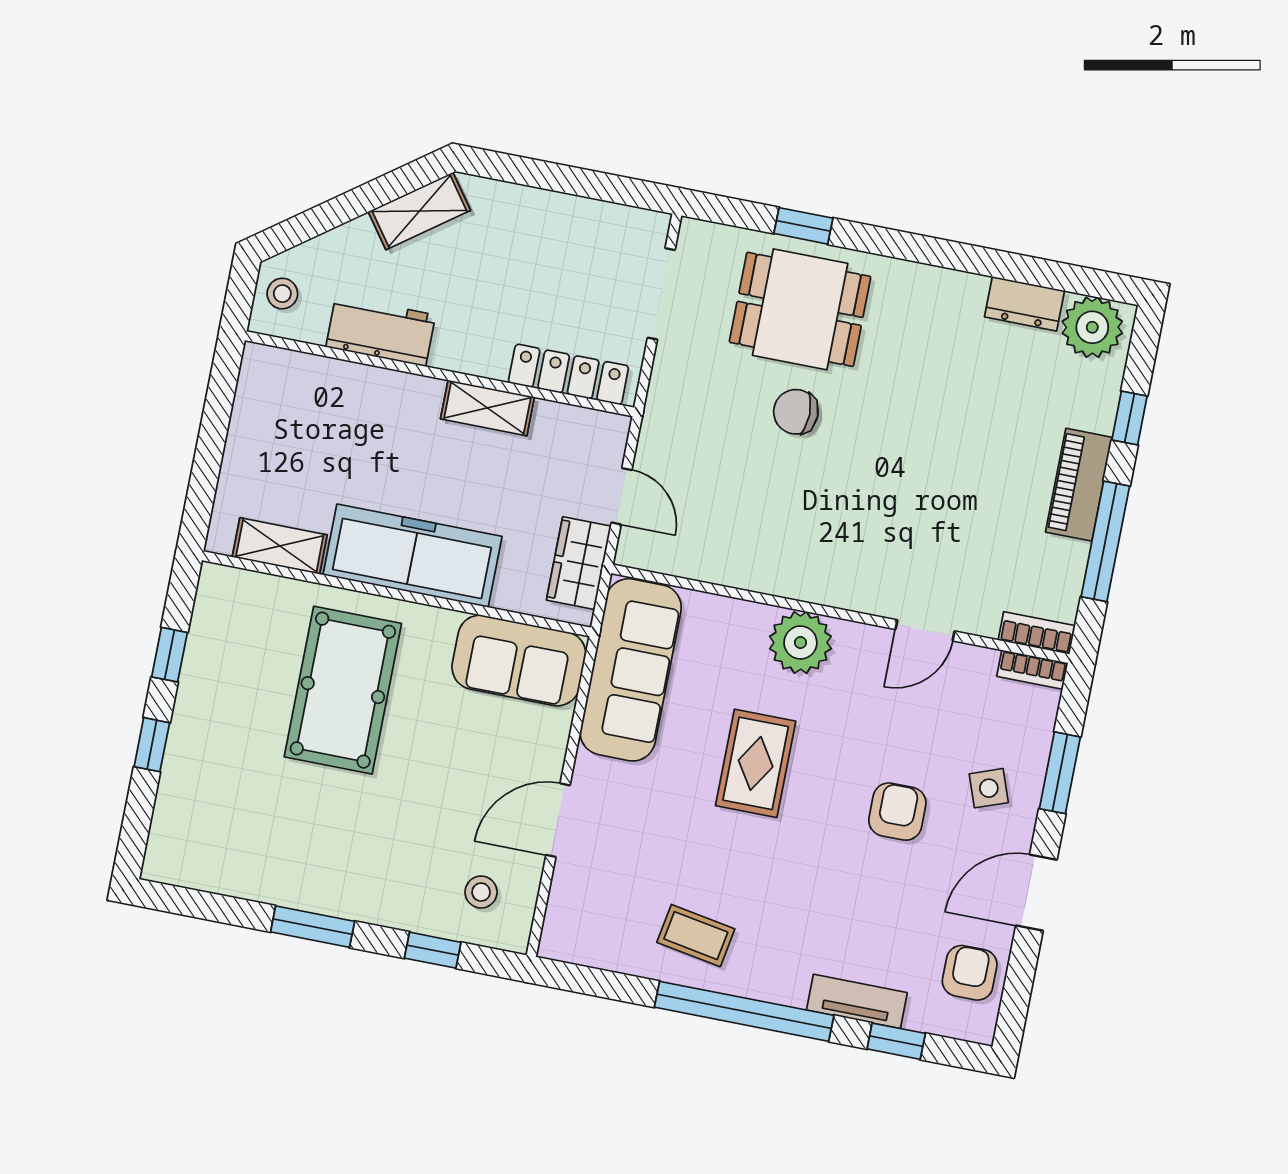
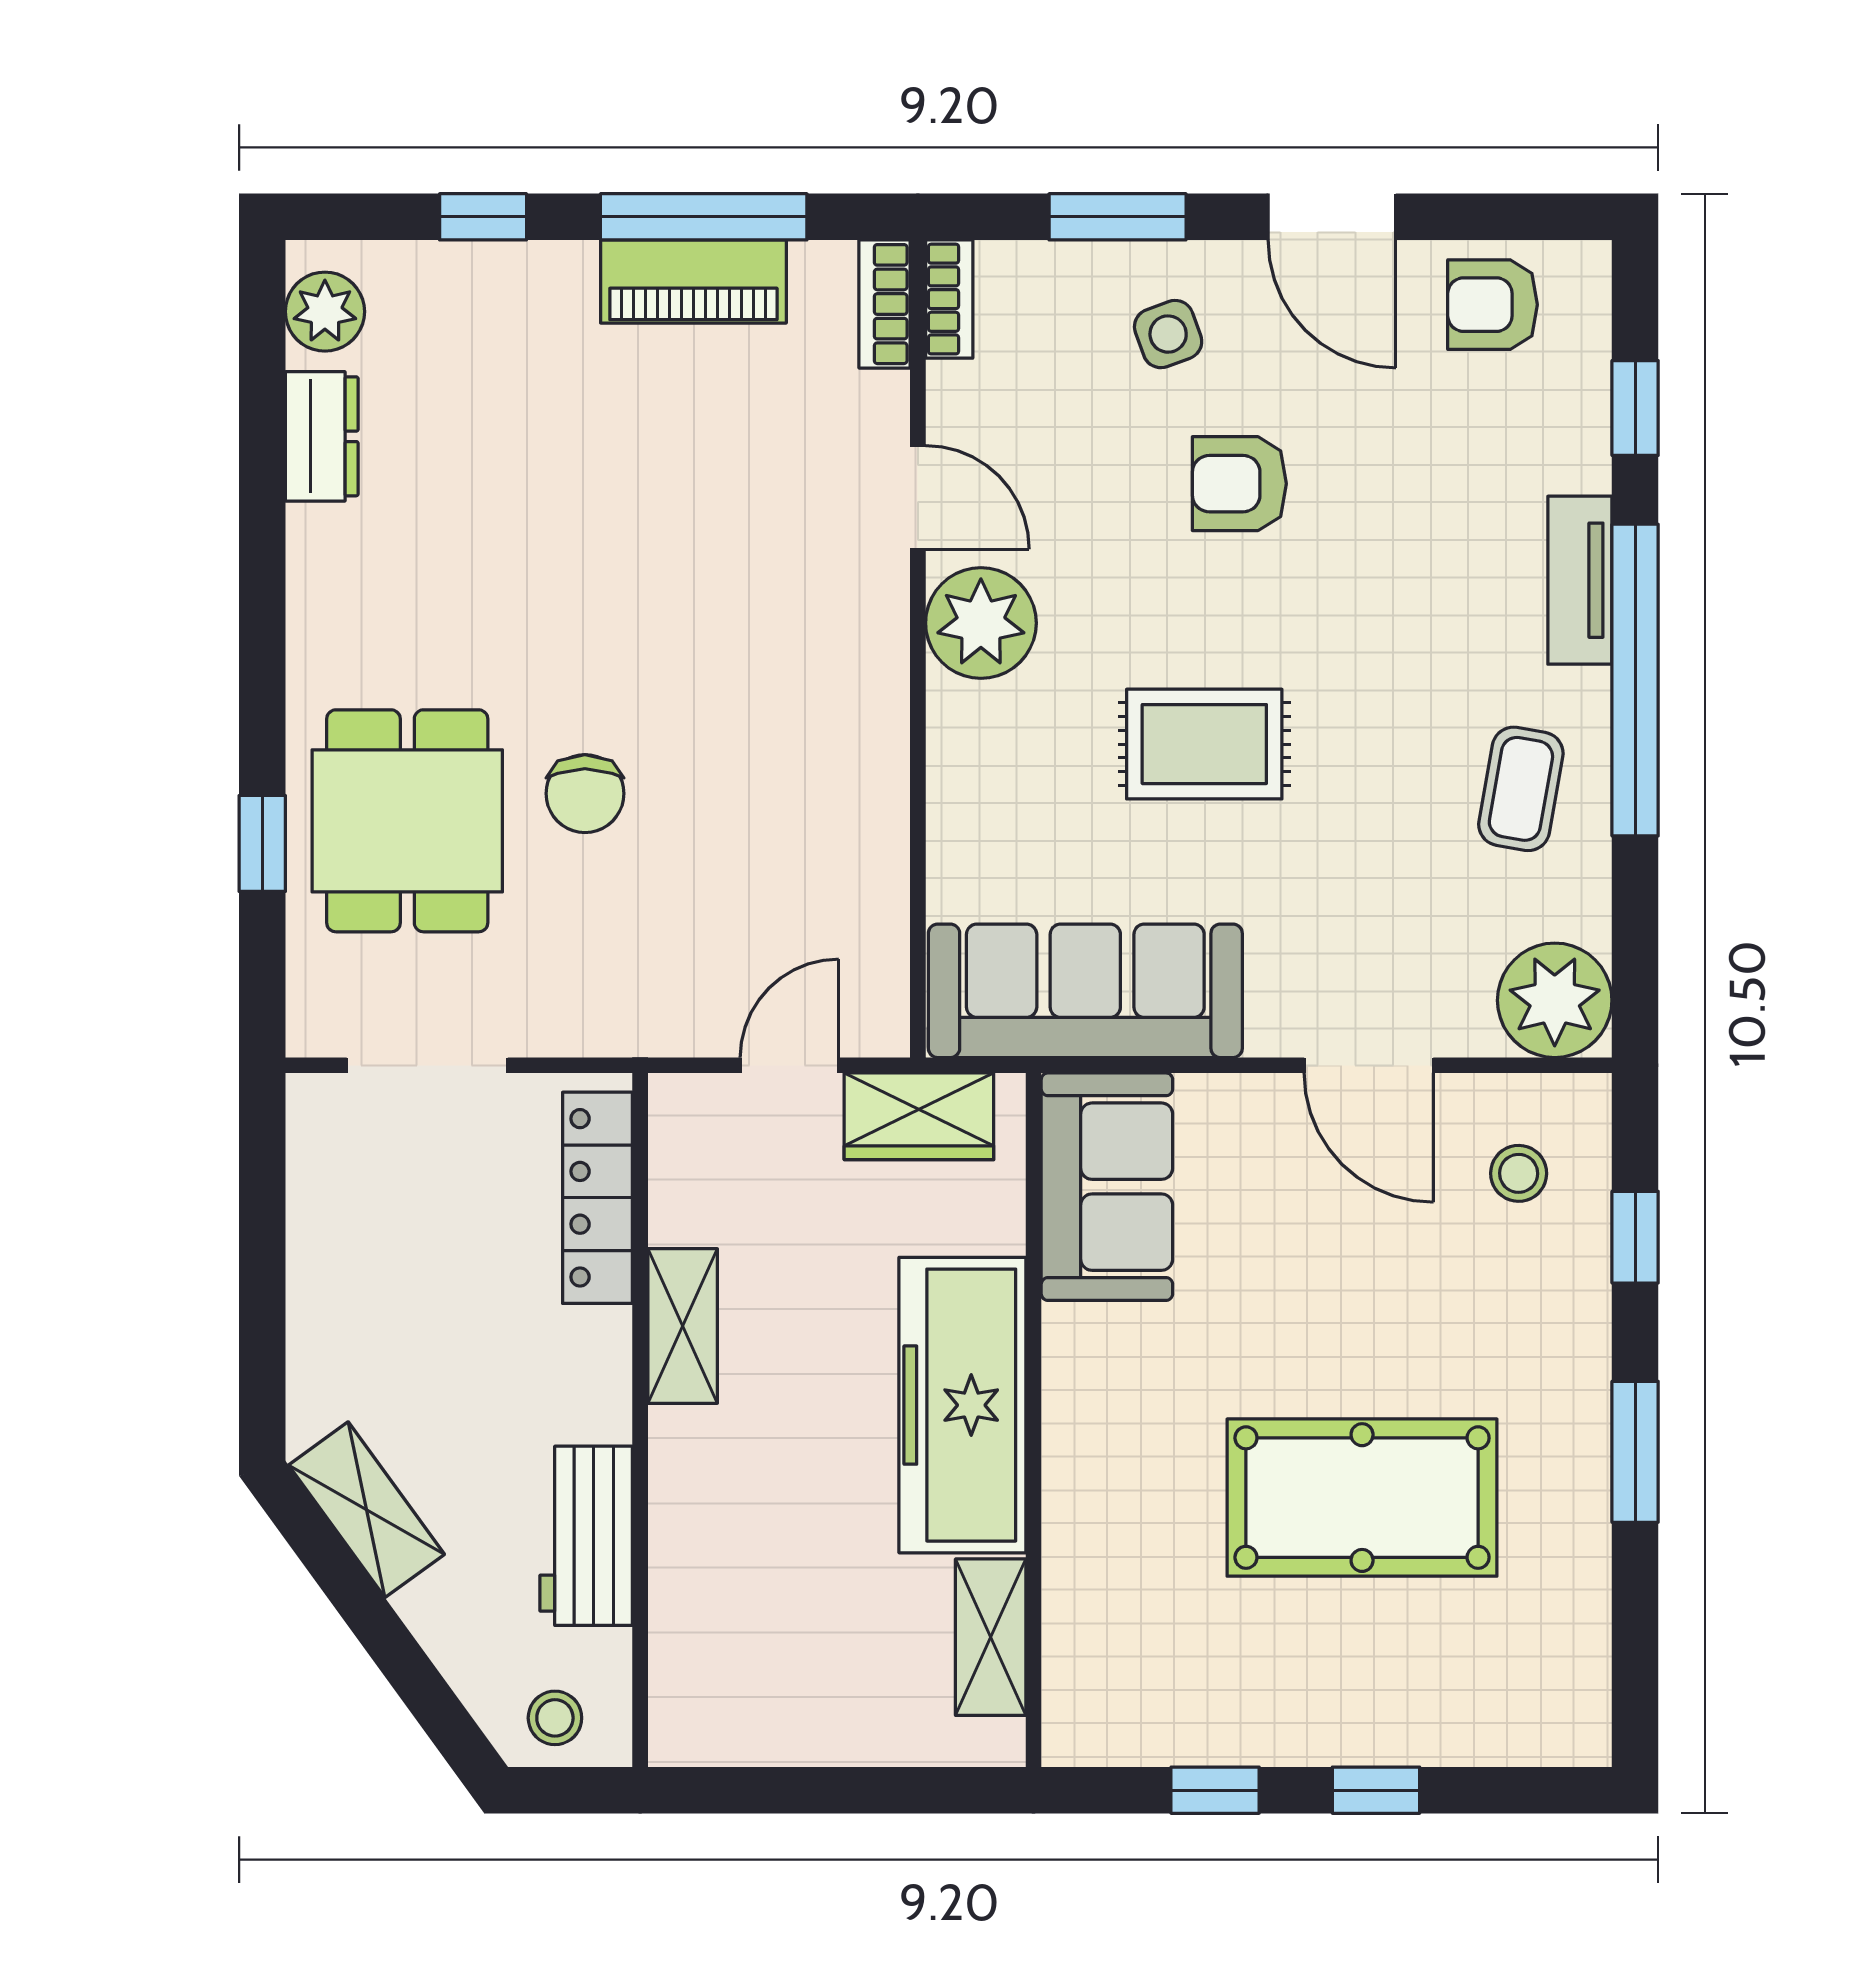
plant: (1092, 327) -> (325, 312), width x0.73, depth x0.73
piano: (1079, 485) -> (693, 282), moved
plant: (800, 643) -> (981, 623), moved
pool table: (343, 690) -> (1362, 1498), moved
plant: (574, 931) -> (1555, 1000), added
tv unit: (857, 1001) -> (1580, 580), moved

